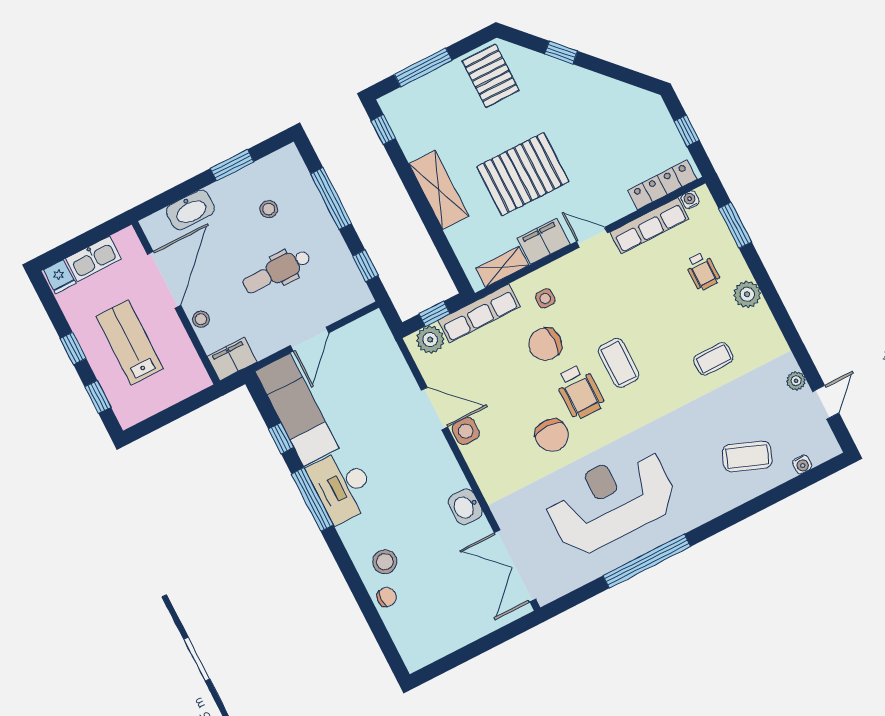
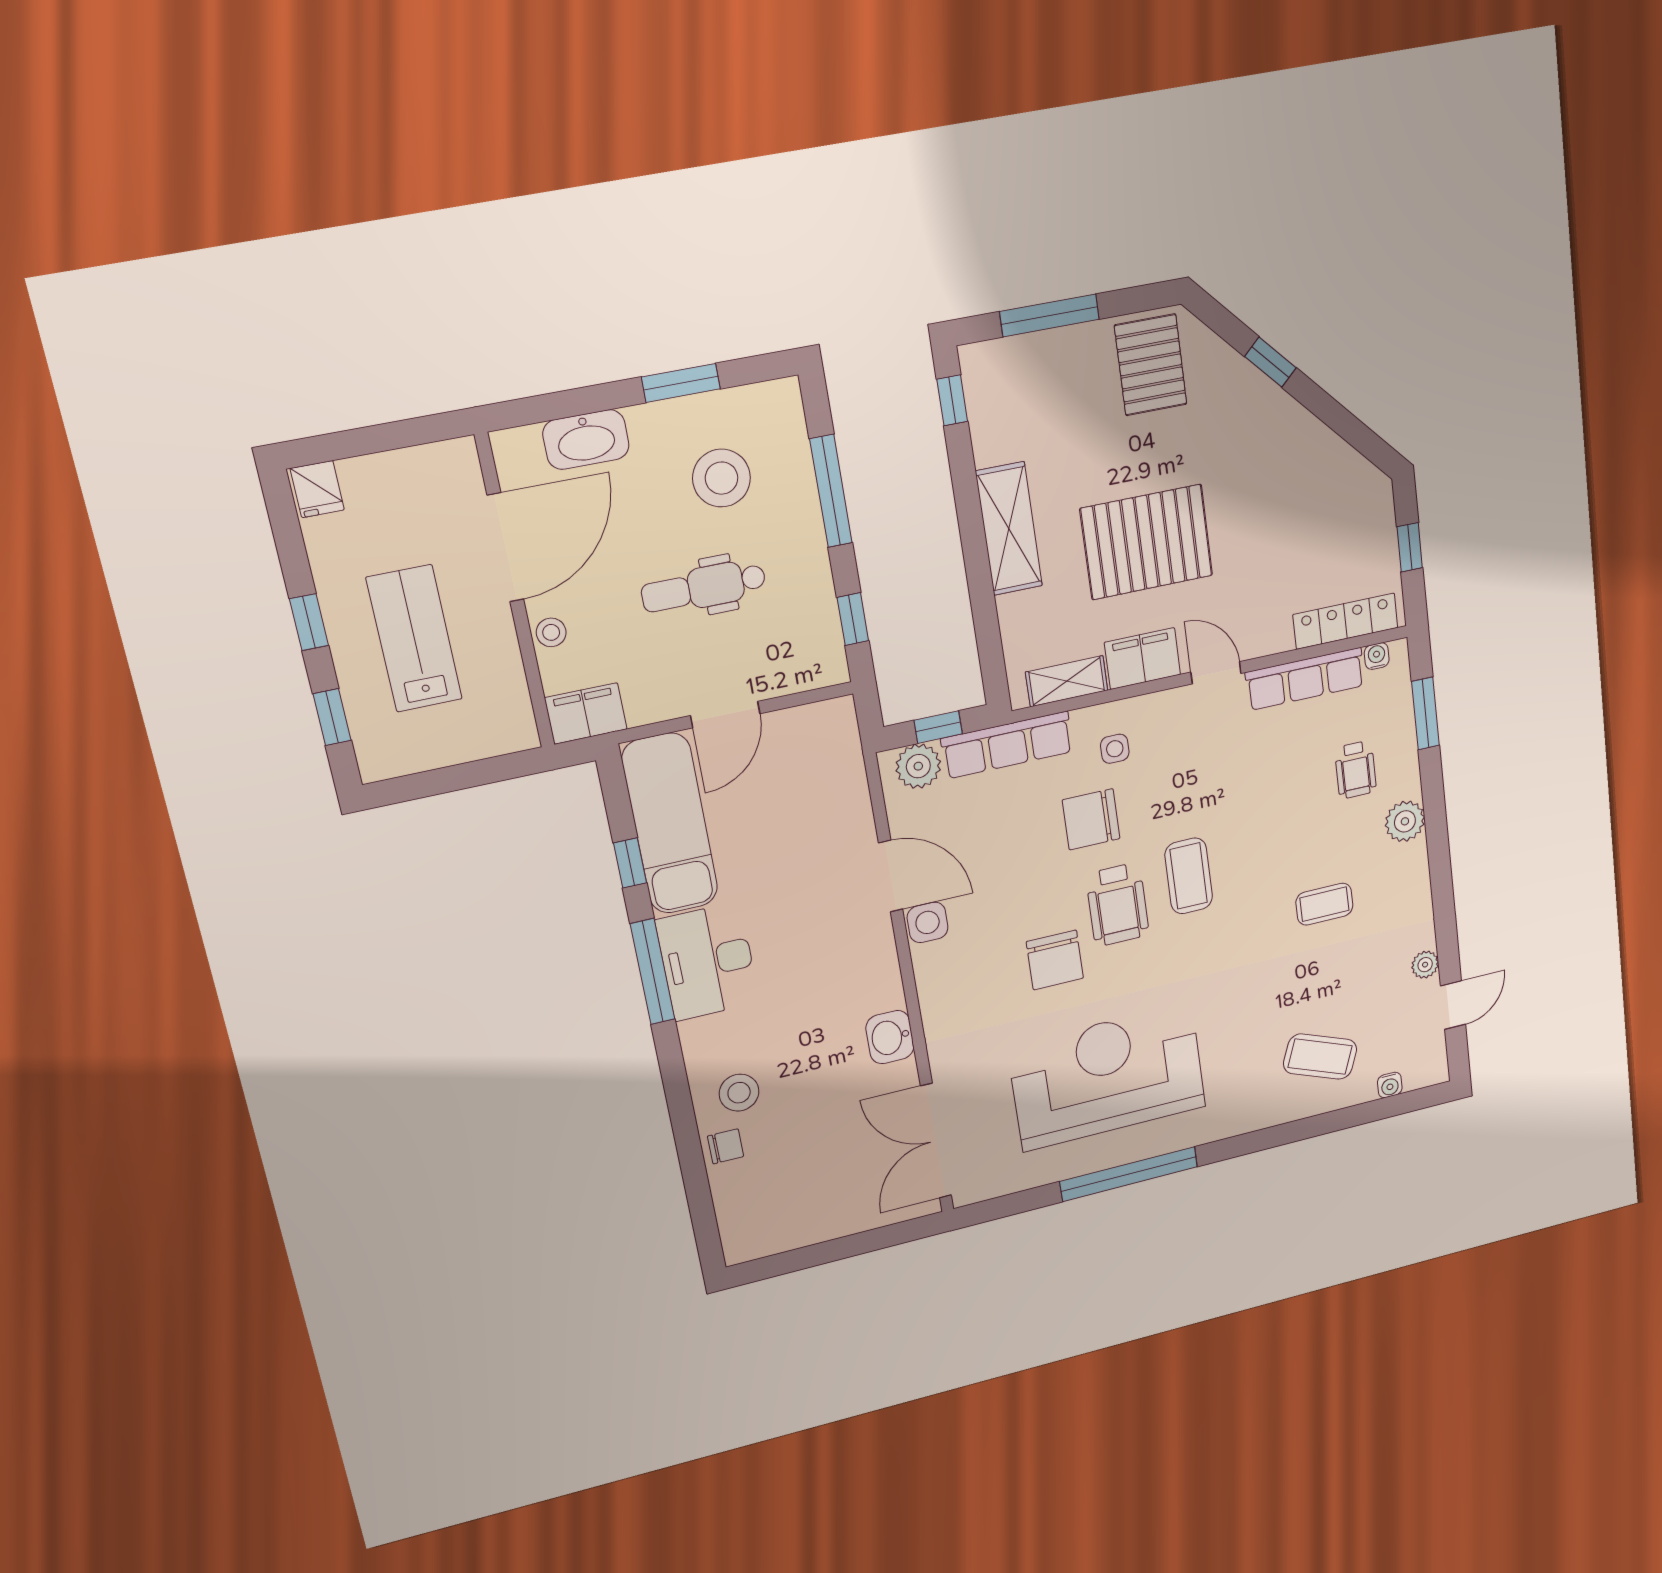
stool: (269, 209) -> (721, 478), width x1.89, depth x1.89
kitchen sink: (93, 259) -> (388, 475), removed

